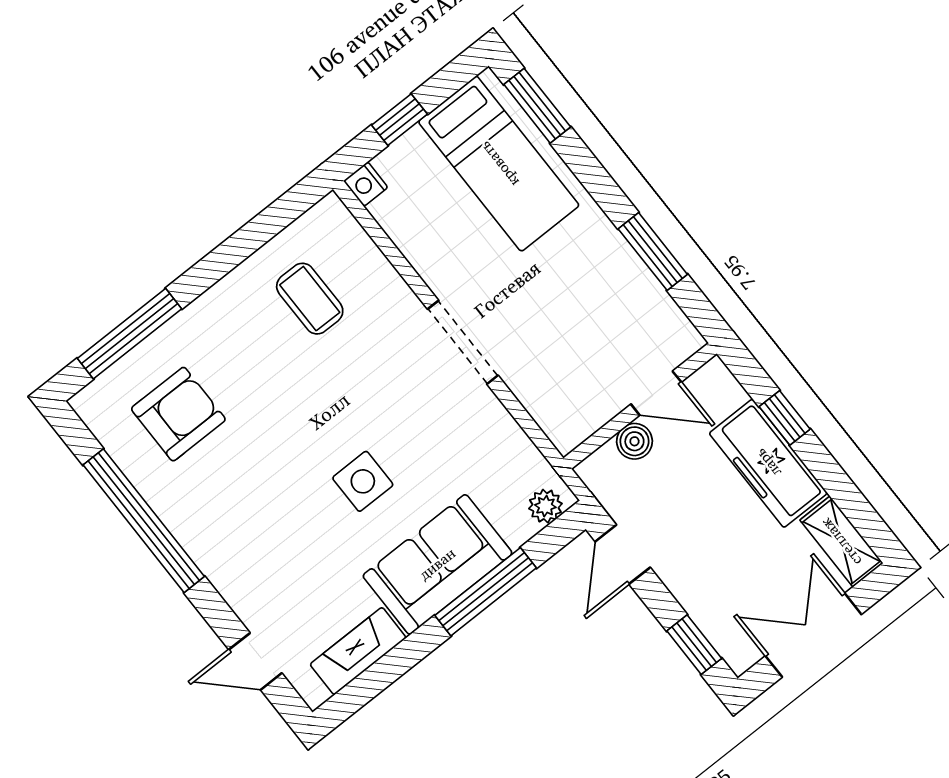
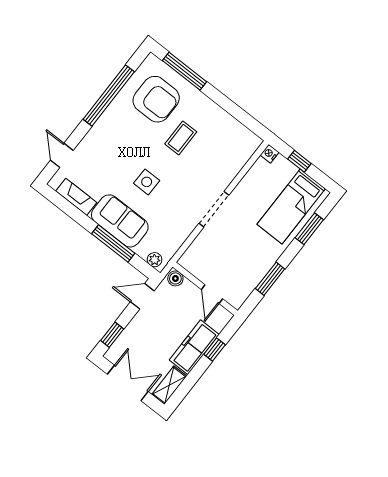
window: (537, 106) -> (309, 229), moved
coffee table: (310, 299) -> (181, 138), moved
armchair: (178, 414) -> (156, 99), width x1.36, depth x1.36
boiler: (634, 441) -> (175, 278), moved

